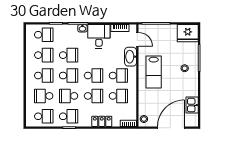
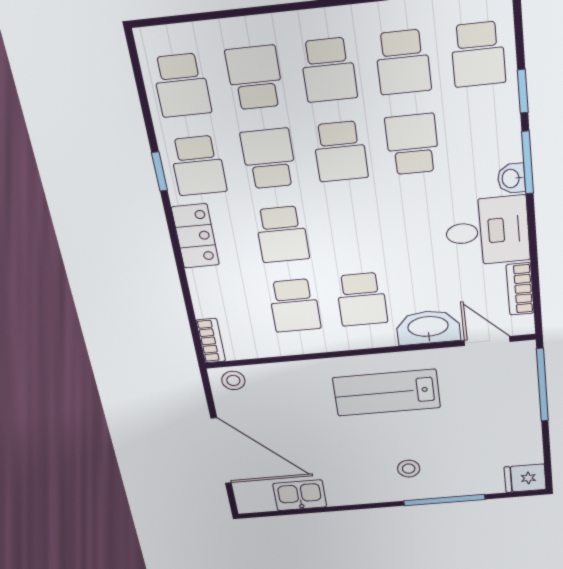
fridge: (188, 33) -> (525, 478), width x0.53, depth x0.75
door: (137, 39) -> (487, 341), swing flipped
school desk: (69, 55) -> (412, 144), turned 180
school desk: (93, 76) -> (351, 228), removed
locker: (102, 121) -> (195, 236), moved

